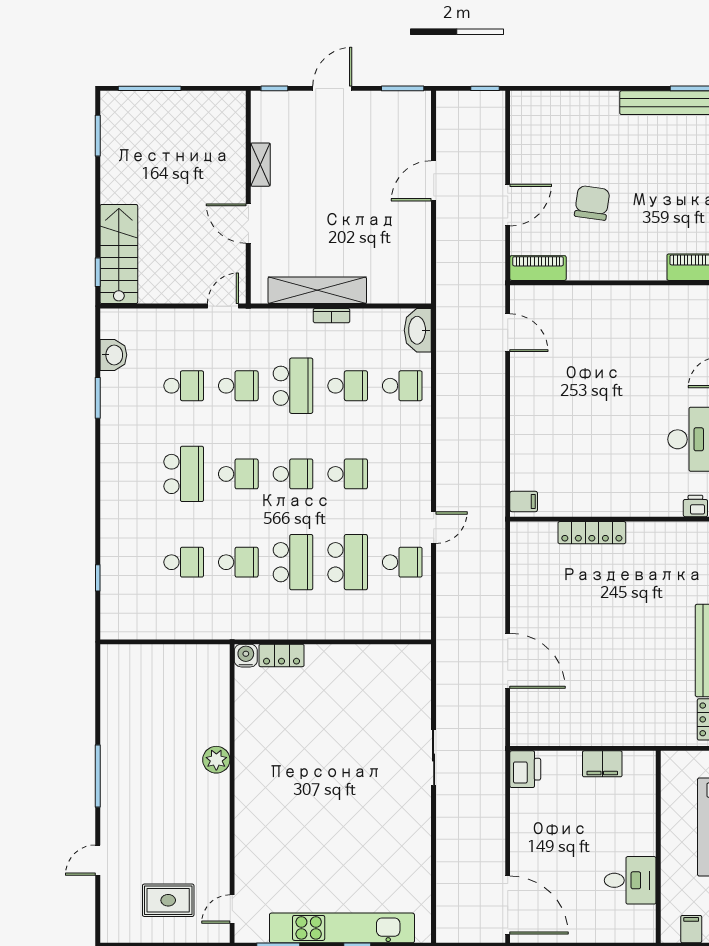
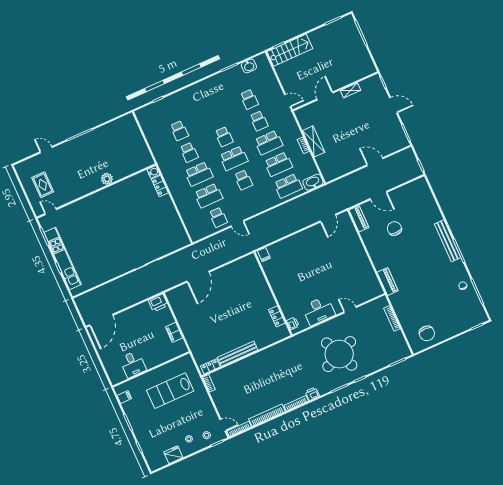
chair: (592, 203) -> (394, 229), turned -99
shelving: (317, 290) -> (314, 141), width x0.68
school desk: (348, 386) -> (278, 164), width x1.85
school desk: (402, 386) -> (288, 186), width x1.85
school desk: (184, 474) -> (214, 115), removed
school desk: (293, 474) -> (234, 158), width x1.85
locker: (592, 533) -> (277, 316), moved, width x0.66

